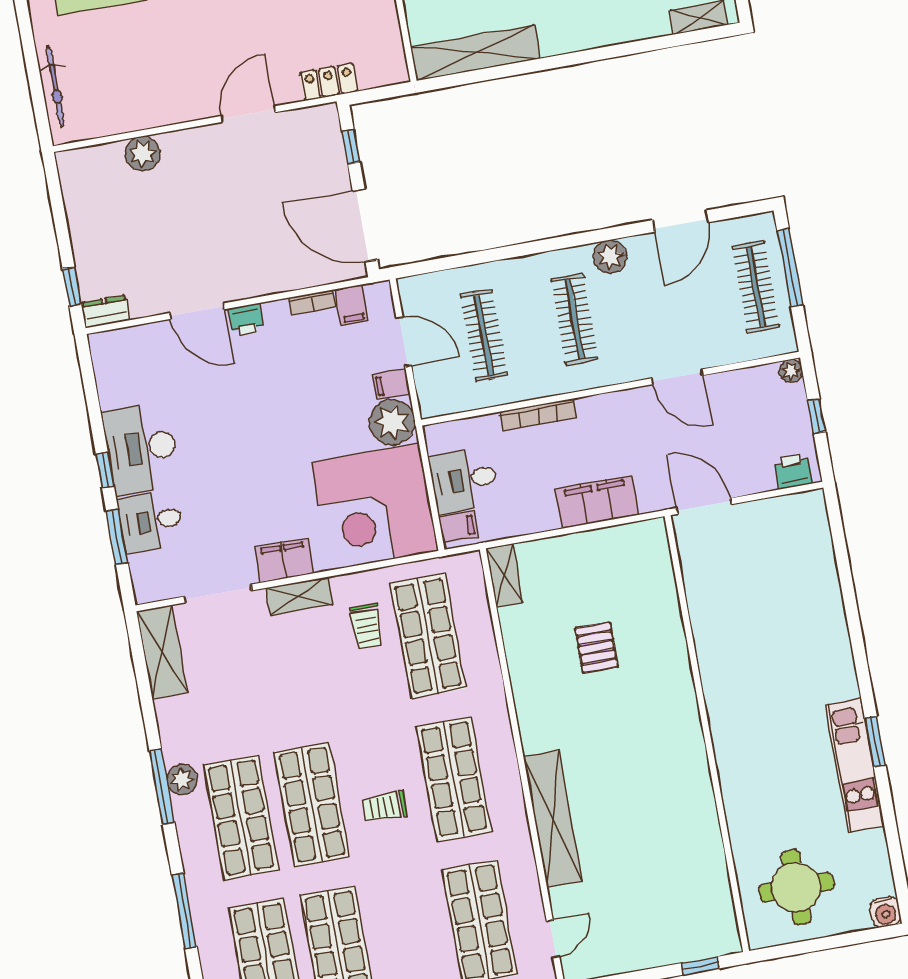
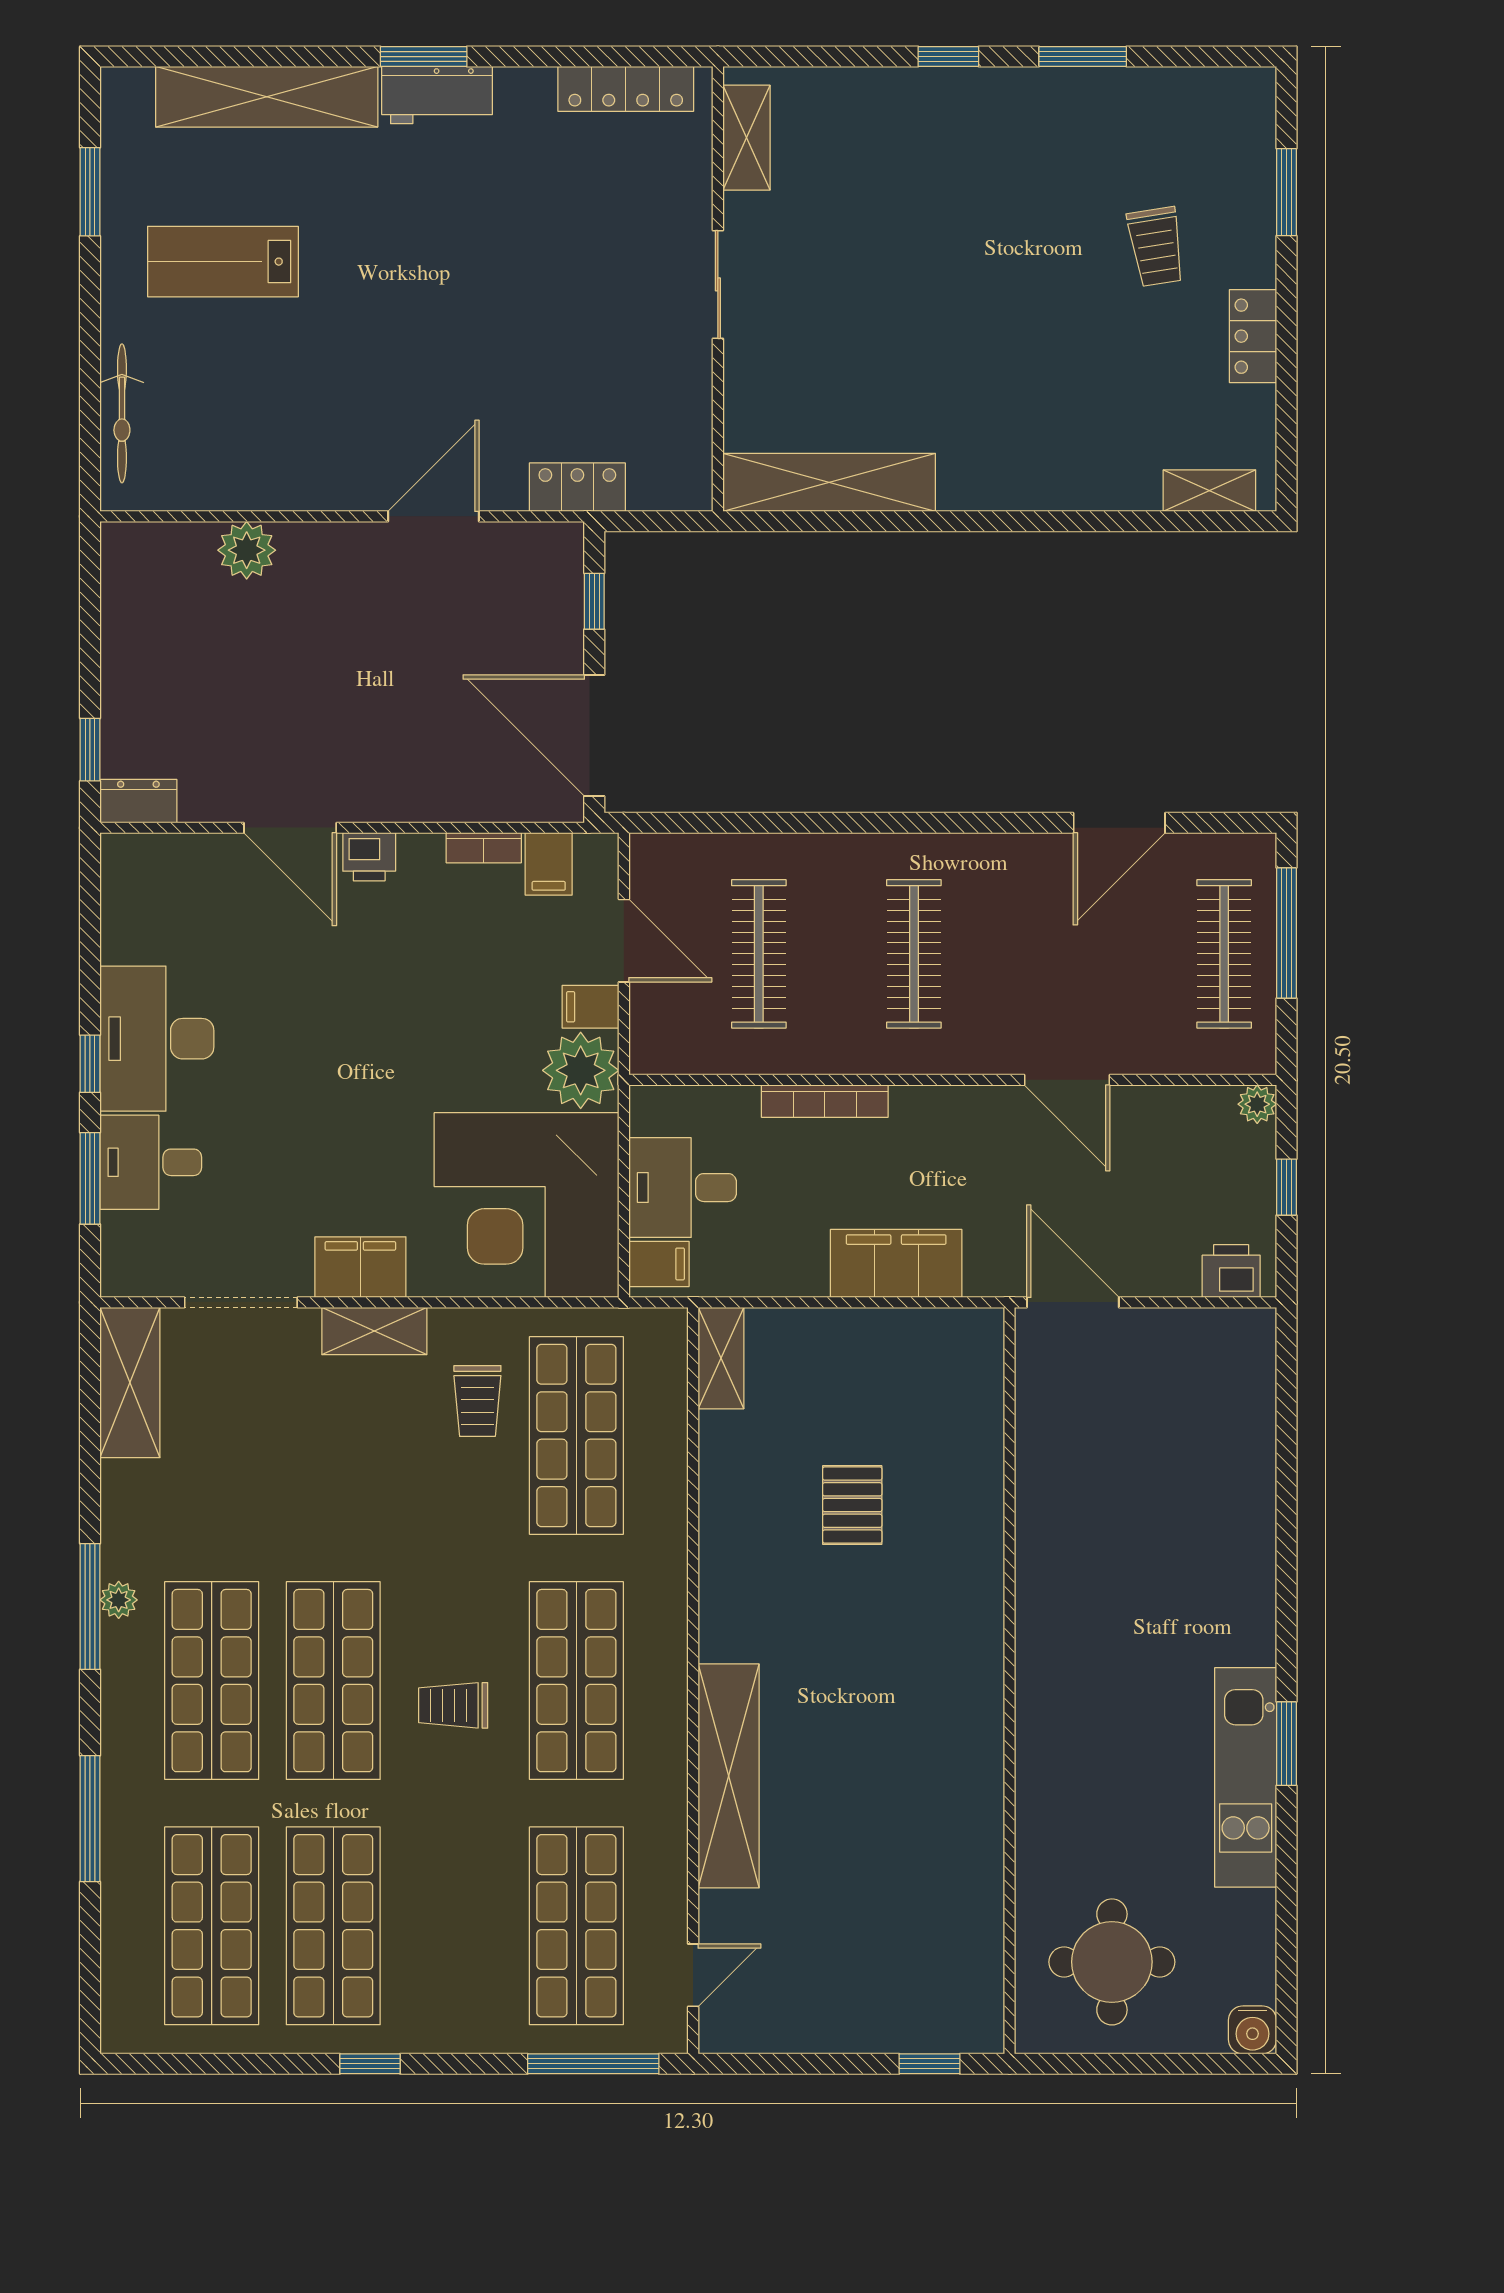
plant: (610, 257) -> (992, 861), removed
plant: (182, 779) -> (119, 1600), width x0.73, depth x0.73

